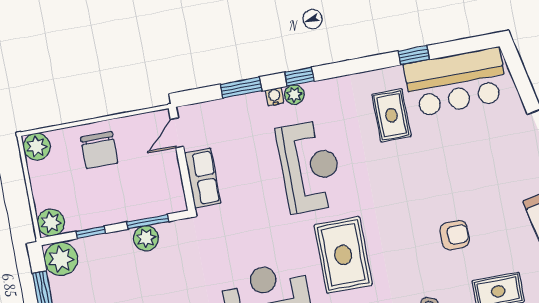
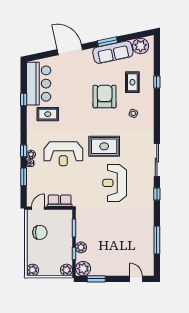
door: (177, 133) -> (38, 208), swing flipped
chair: (99, 150) -> (40, 232), moved
reception desk: (310, 167) -> (63, 154), turned 180
armchair: (455, 235) -> (105, 97), width x1.88, depth x1.88
plant: (146, 238) -> (81, 247), moved

